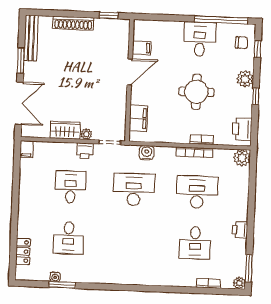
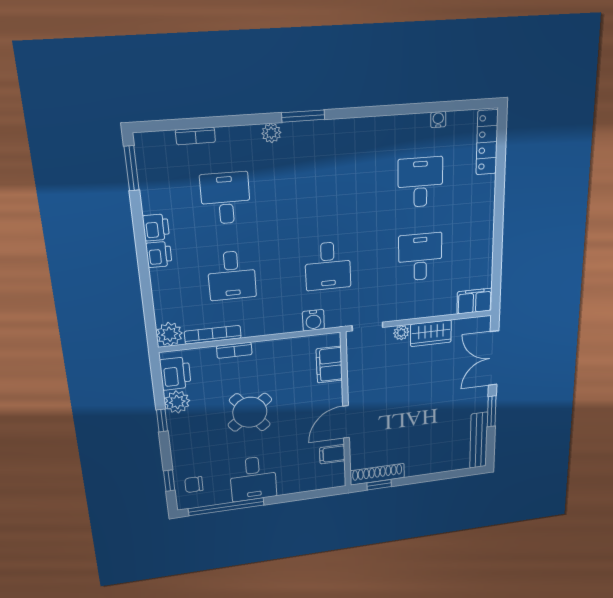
shoe rack: (73, 23) -> (377, 474), moved
plant: (245, 79) -> (177, 402), moved
round table: (196, 92) -> (250, 412), turned -38
filing cabinet: (26, 149) -> (475, 301), width x2.00
printer: (85, 151) -> (159, 254), moved, turned 90
bookcase: (194, 152) -> (213, 335), moved
desk: (71, 187) -> (420, 257), turned 180
desk: (134, 189) -> (328, 266), width x0.73
desk: (197, 192) -> (232, 275), width x0.73
locker: (23, 251) -> (487, 142), width x1.53
plant: (239, 283) -> (271, 133), moved
window: (62, 285) -> (303, 116), moved

